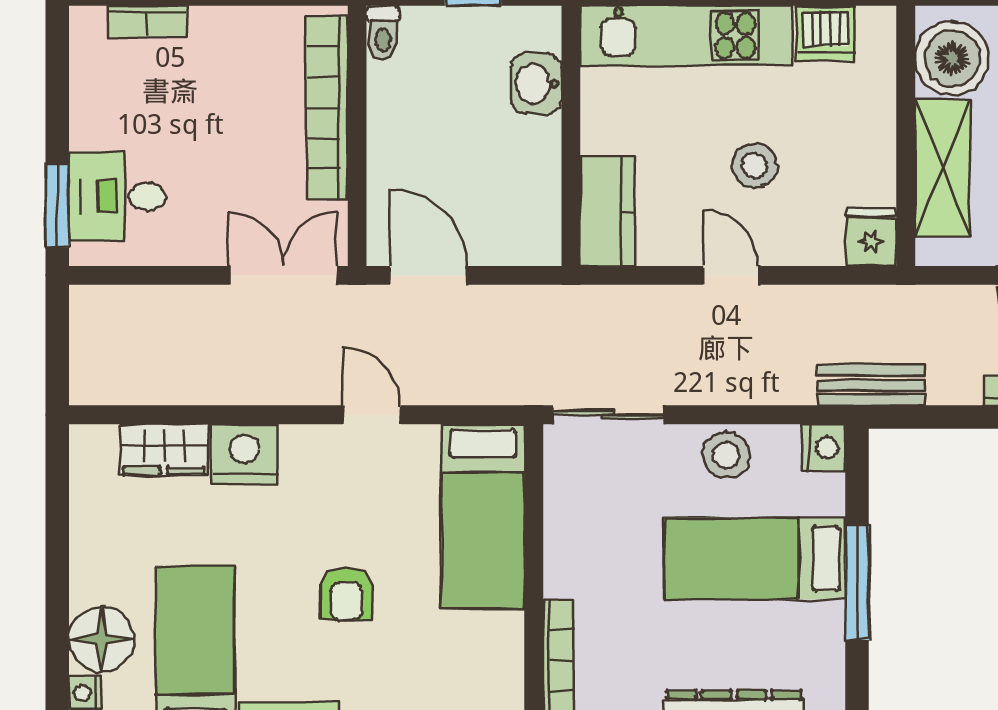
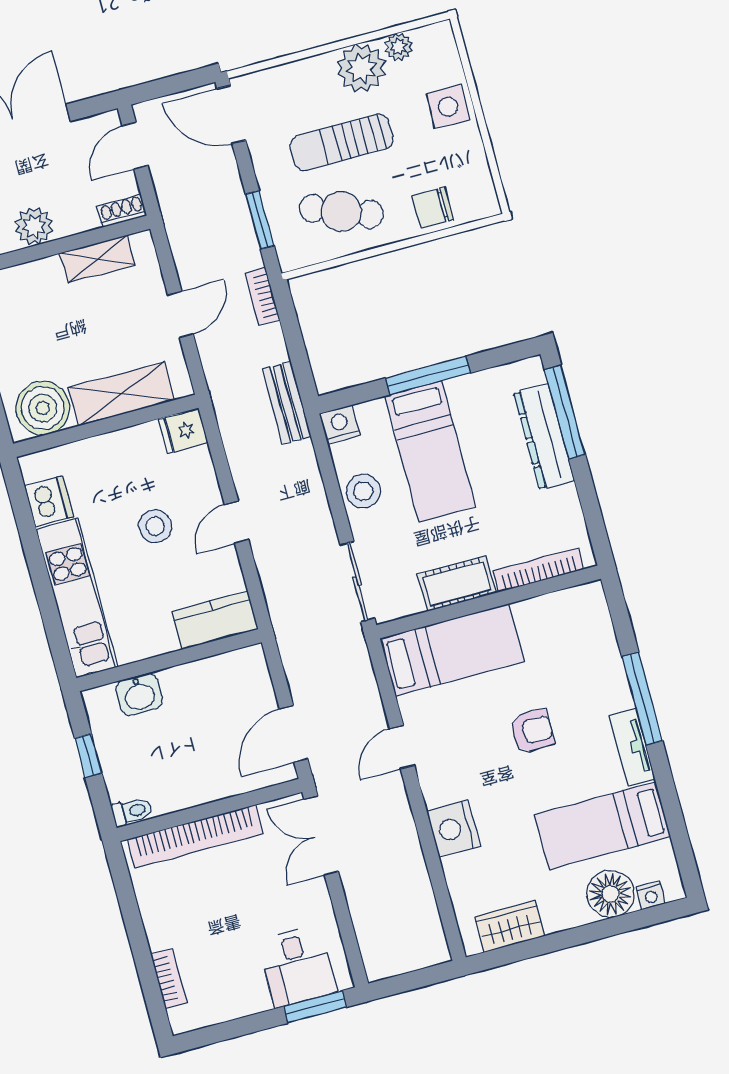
wardrobe: (164, 450) -> (509, 926), moved, turned -90
cot: (570, 547) -> (457, 583), added

